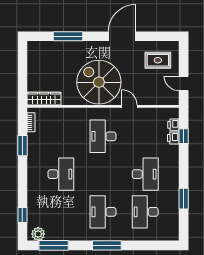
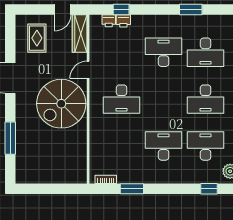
wardrobe: (44, 99) -> (80, 33), moved
desk: (61, 212) -> (206, 146), added

